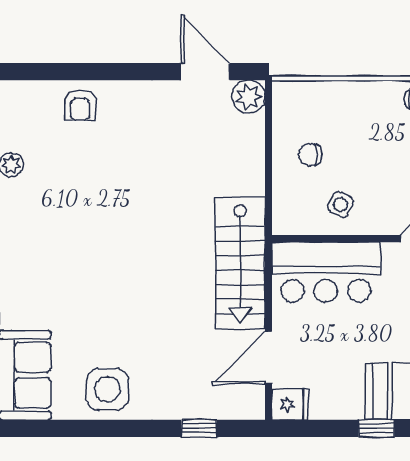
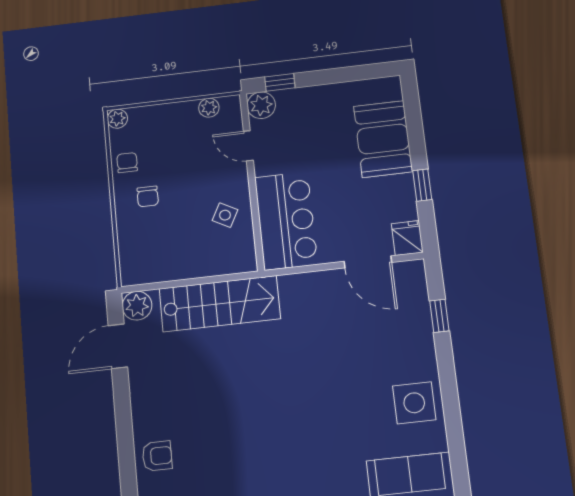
chair: (311, 155) -> (148, 196), moved
stairs: (240, 263) -> (220, 304), moved
window: (377, 428) -> (422, 185), moved

